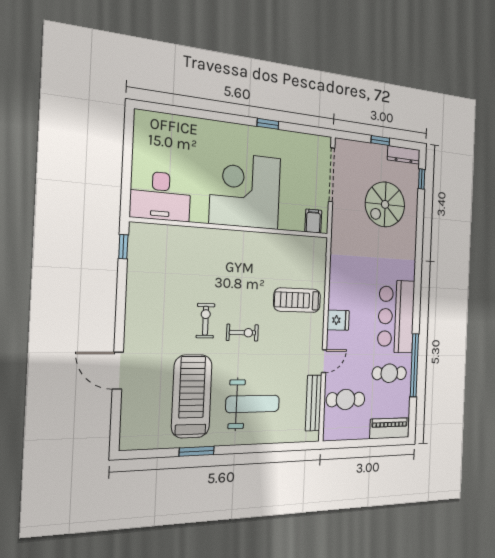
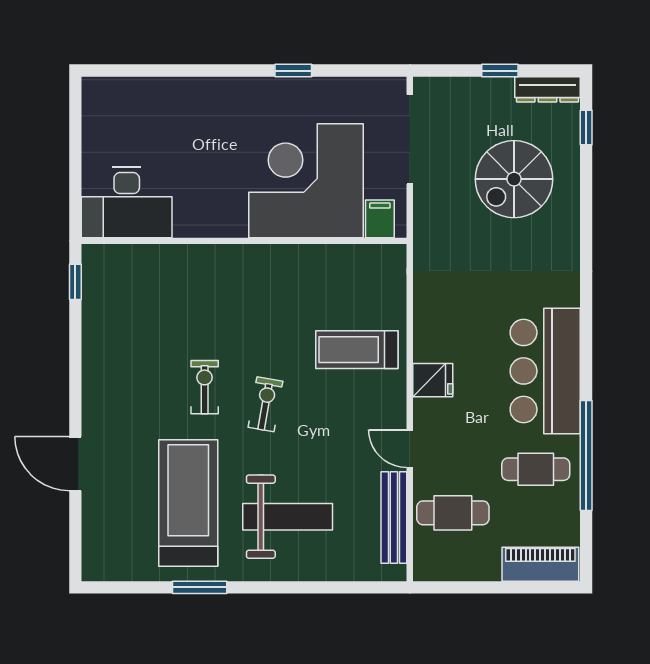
corner desk: (245, 191) -> (306, 181), moved
exercise bike: (242, 333) -> (265, 404), turned -80
door: (324, 361) -> (410, 449), swing flipped

